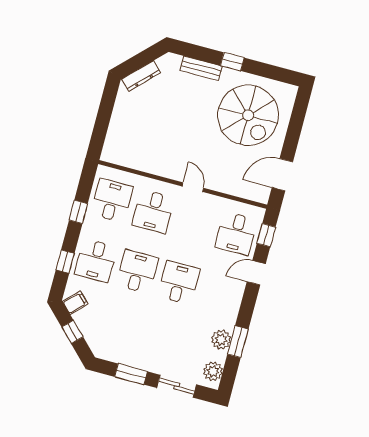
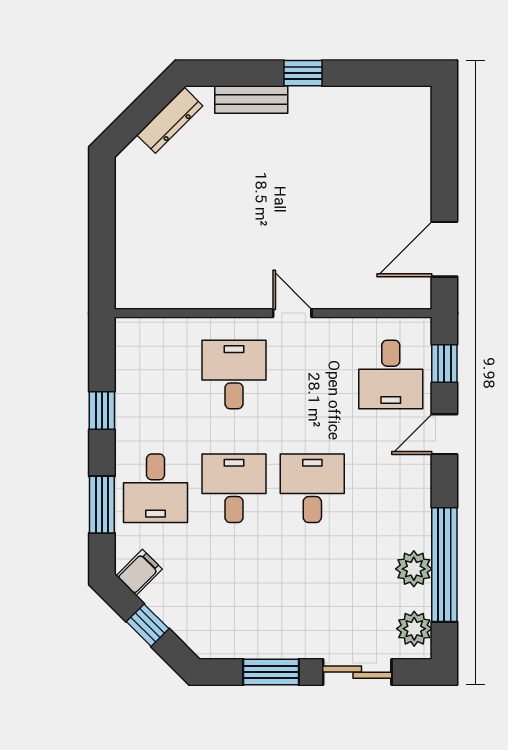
dresser: (141, 76) -> (170, 120), moved
spiral stairs: (248, 115) -> (356, 160), removed
desk: (112, 200) -> (156, 375), removed
desk: (153, 211) -> (234, 375), turned 180
window: (65, 262) -> (102, 505), width x1.50
window: (238, 342) -> (444, 565), width x2.11

